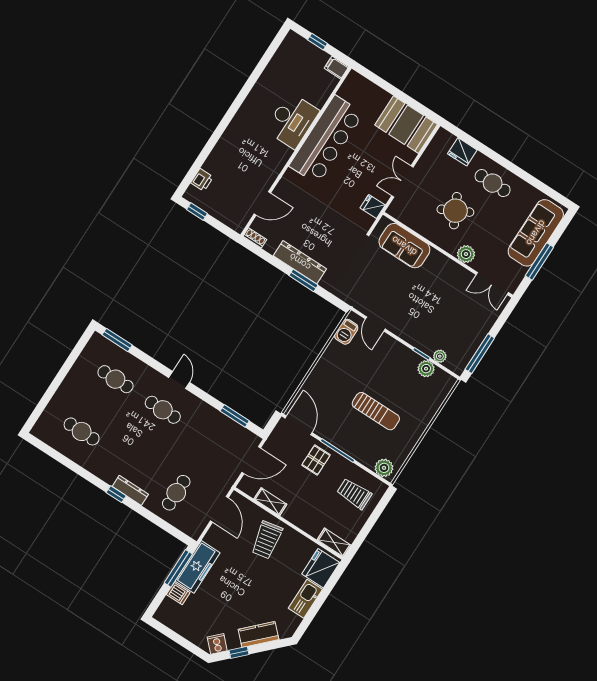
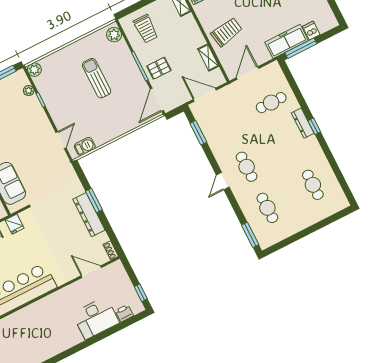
desk: (292, 120) -> (96, 318), moved, turned 180
plant: (426, 369) -> (34, 70), moved

